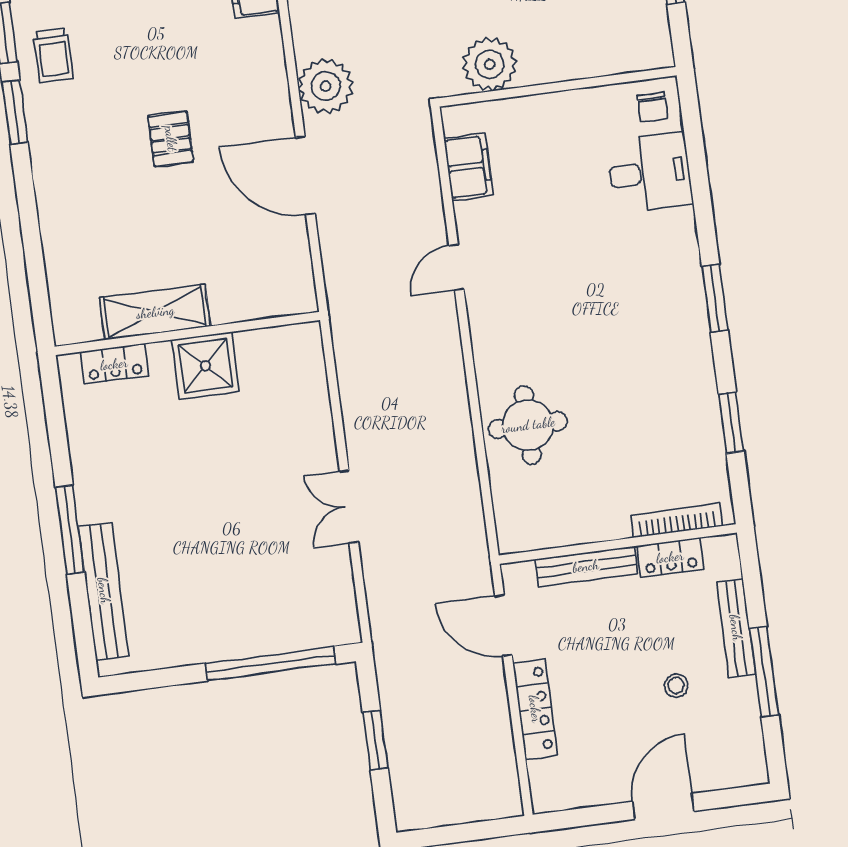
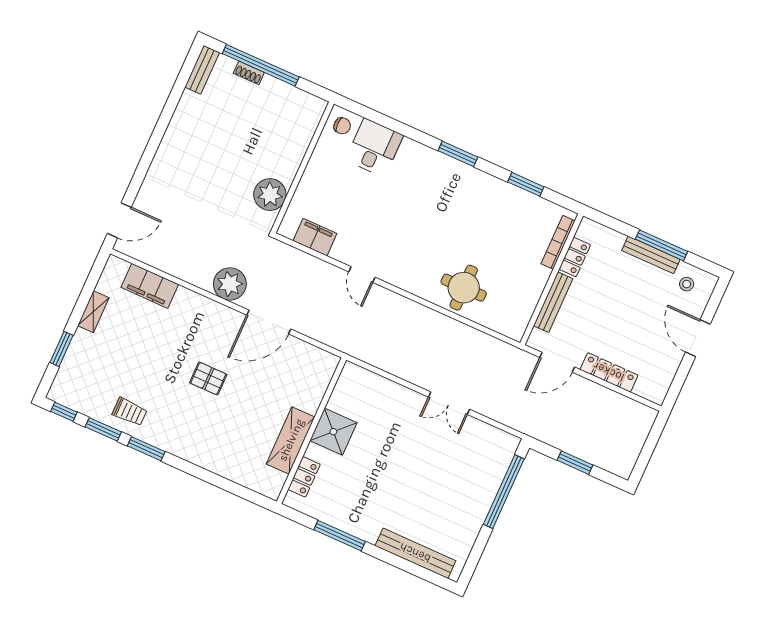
window: (70, 530) -> (340, 536), moved
bench: (736, 628) -> (651, 255), moved
stool: (676, 686) -> (687, 284), moved

